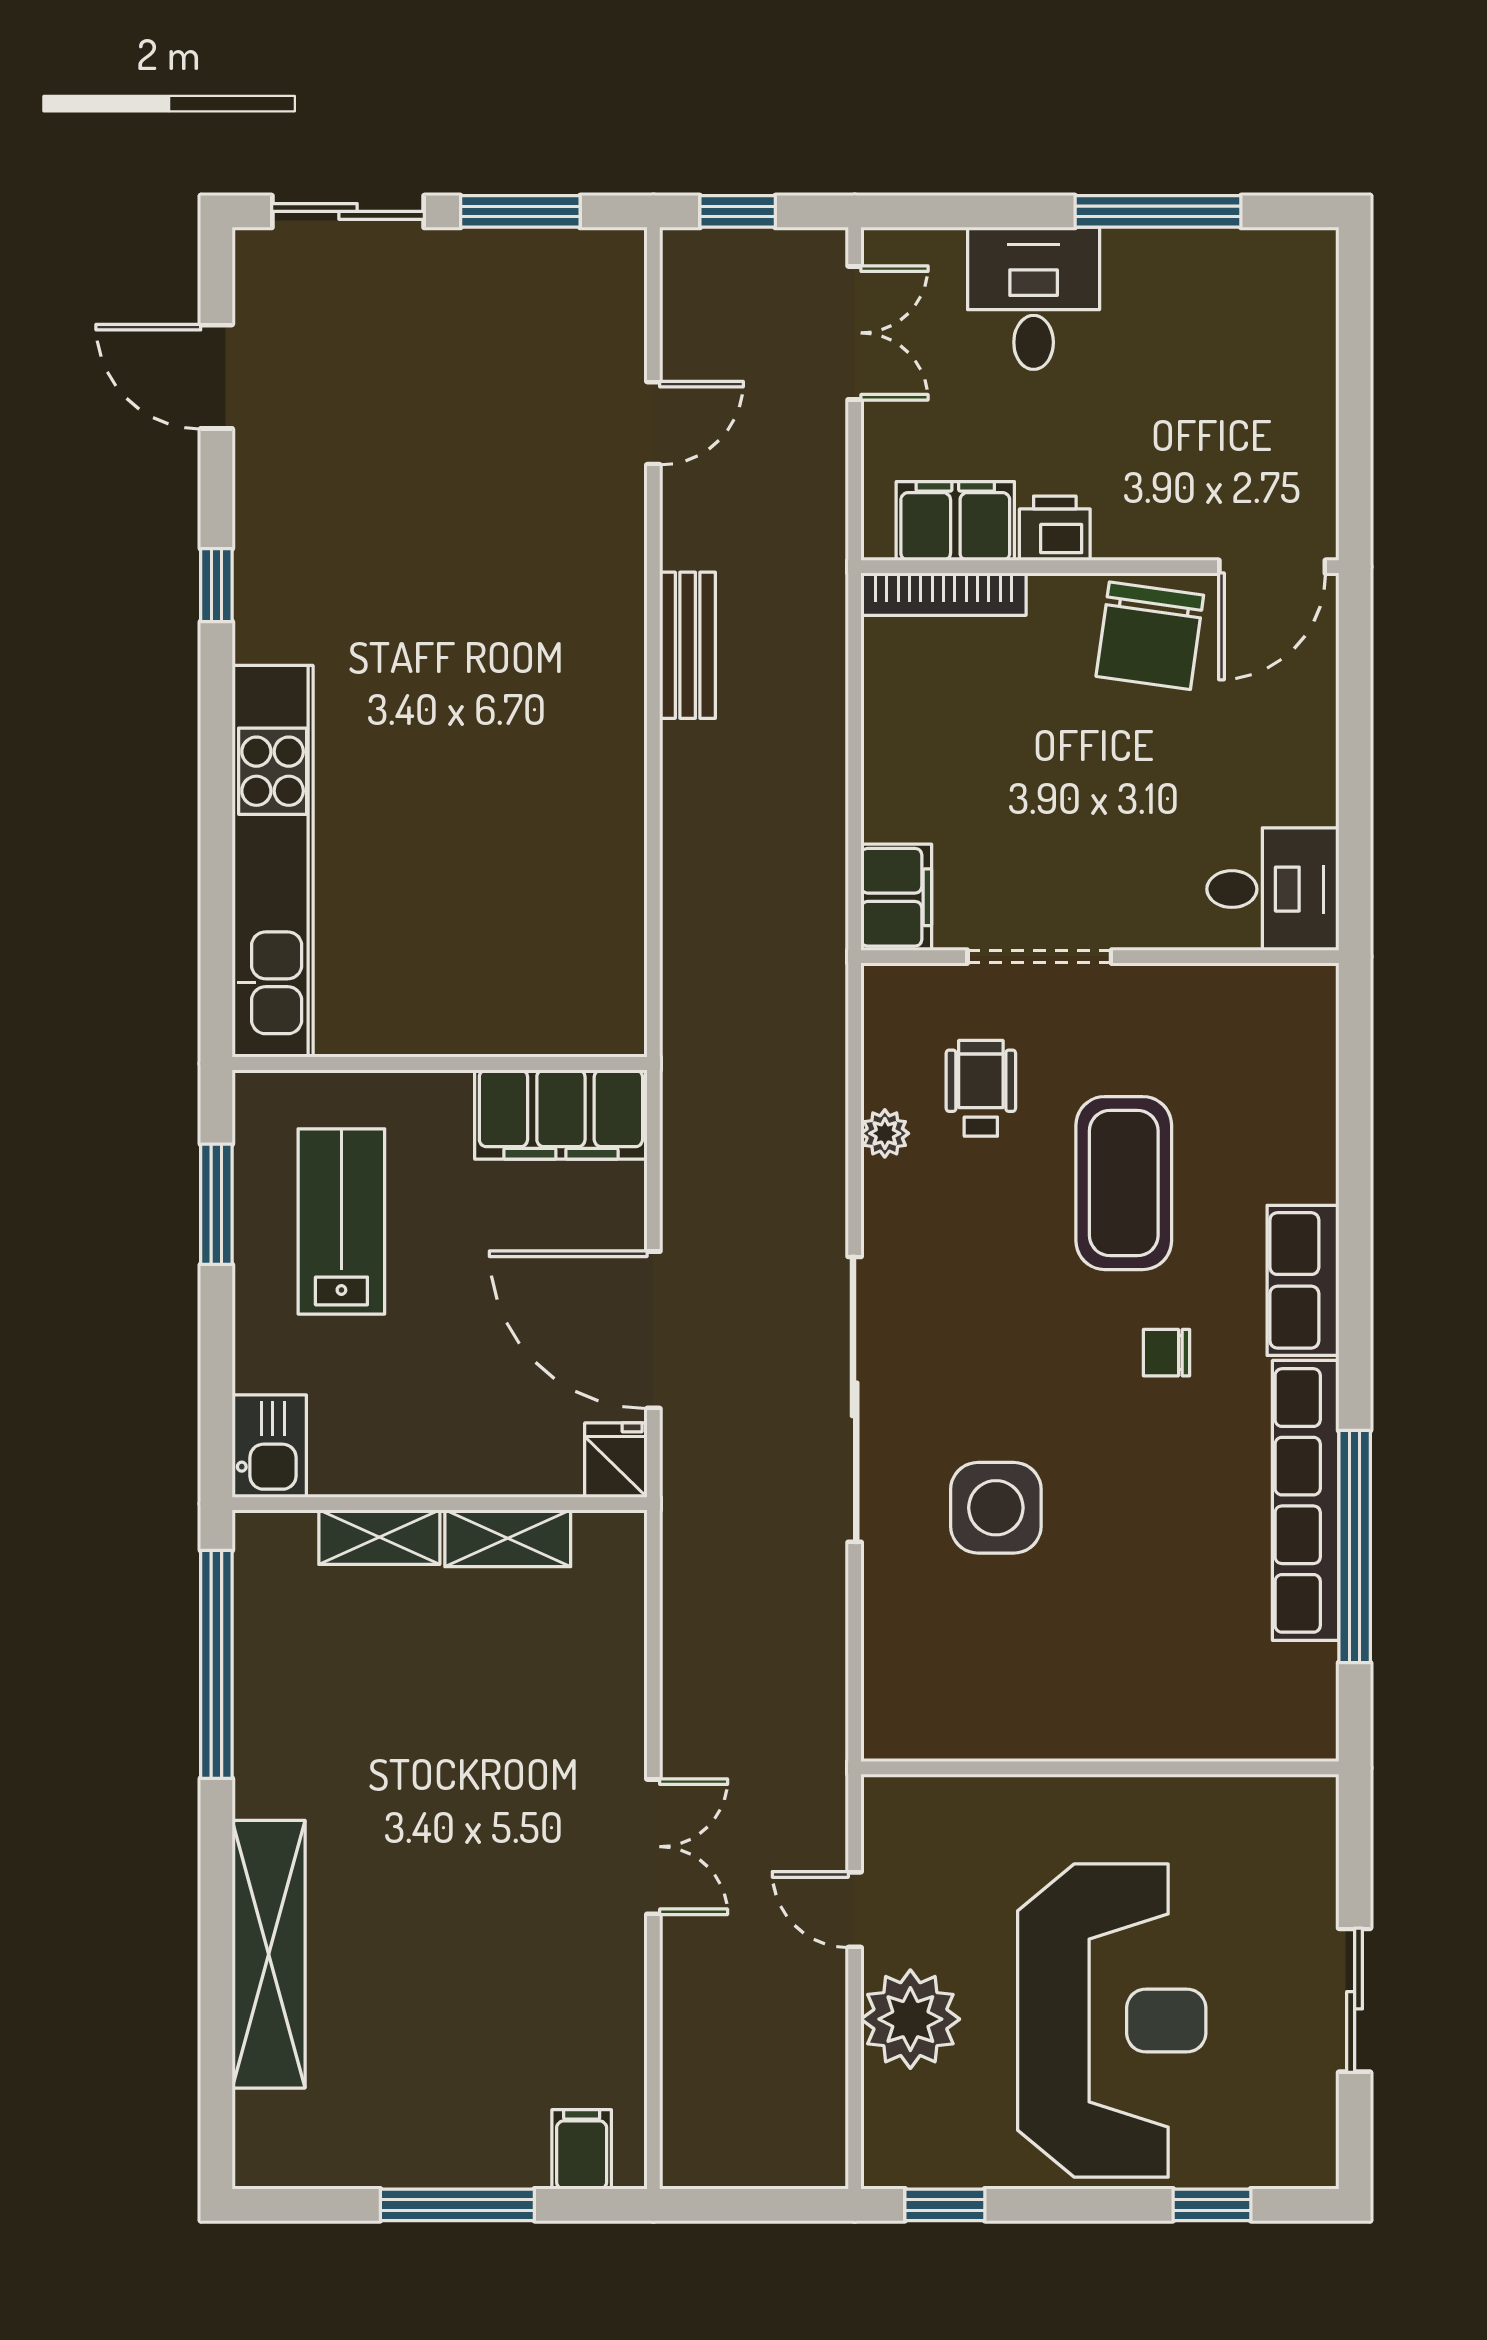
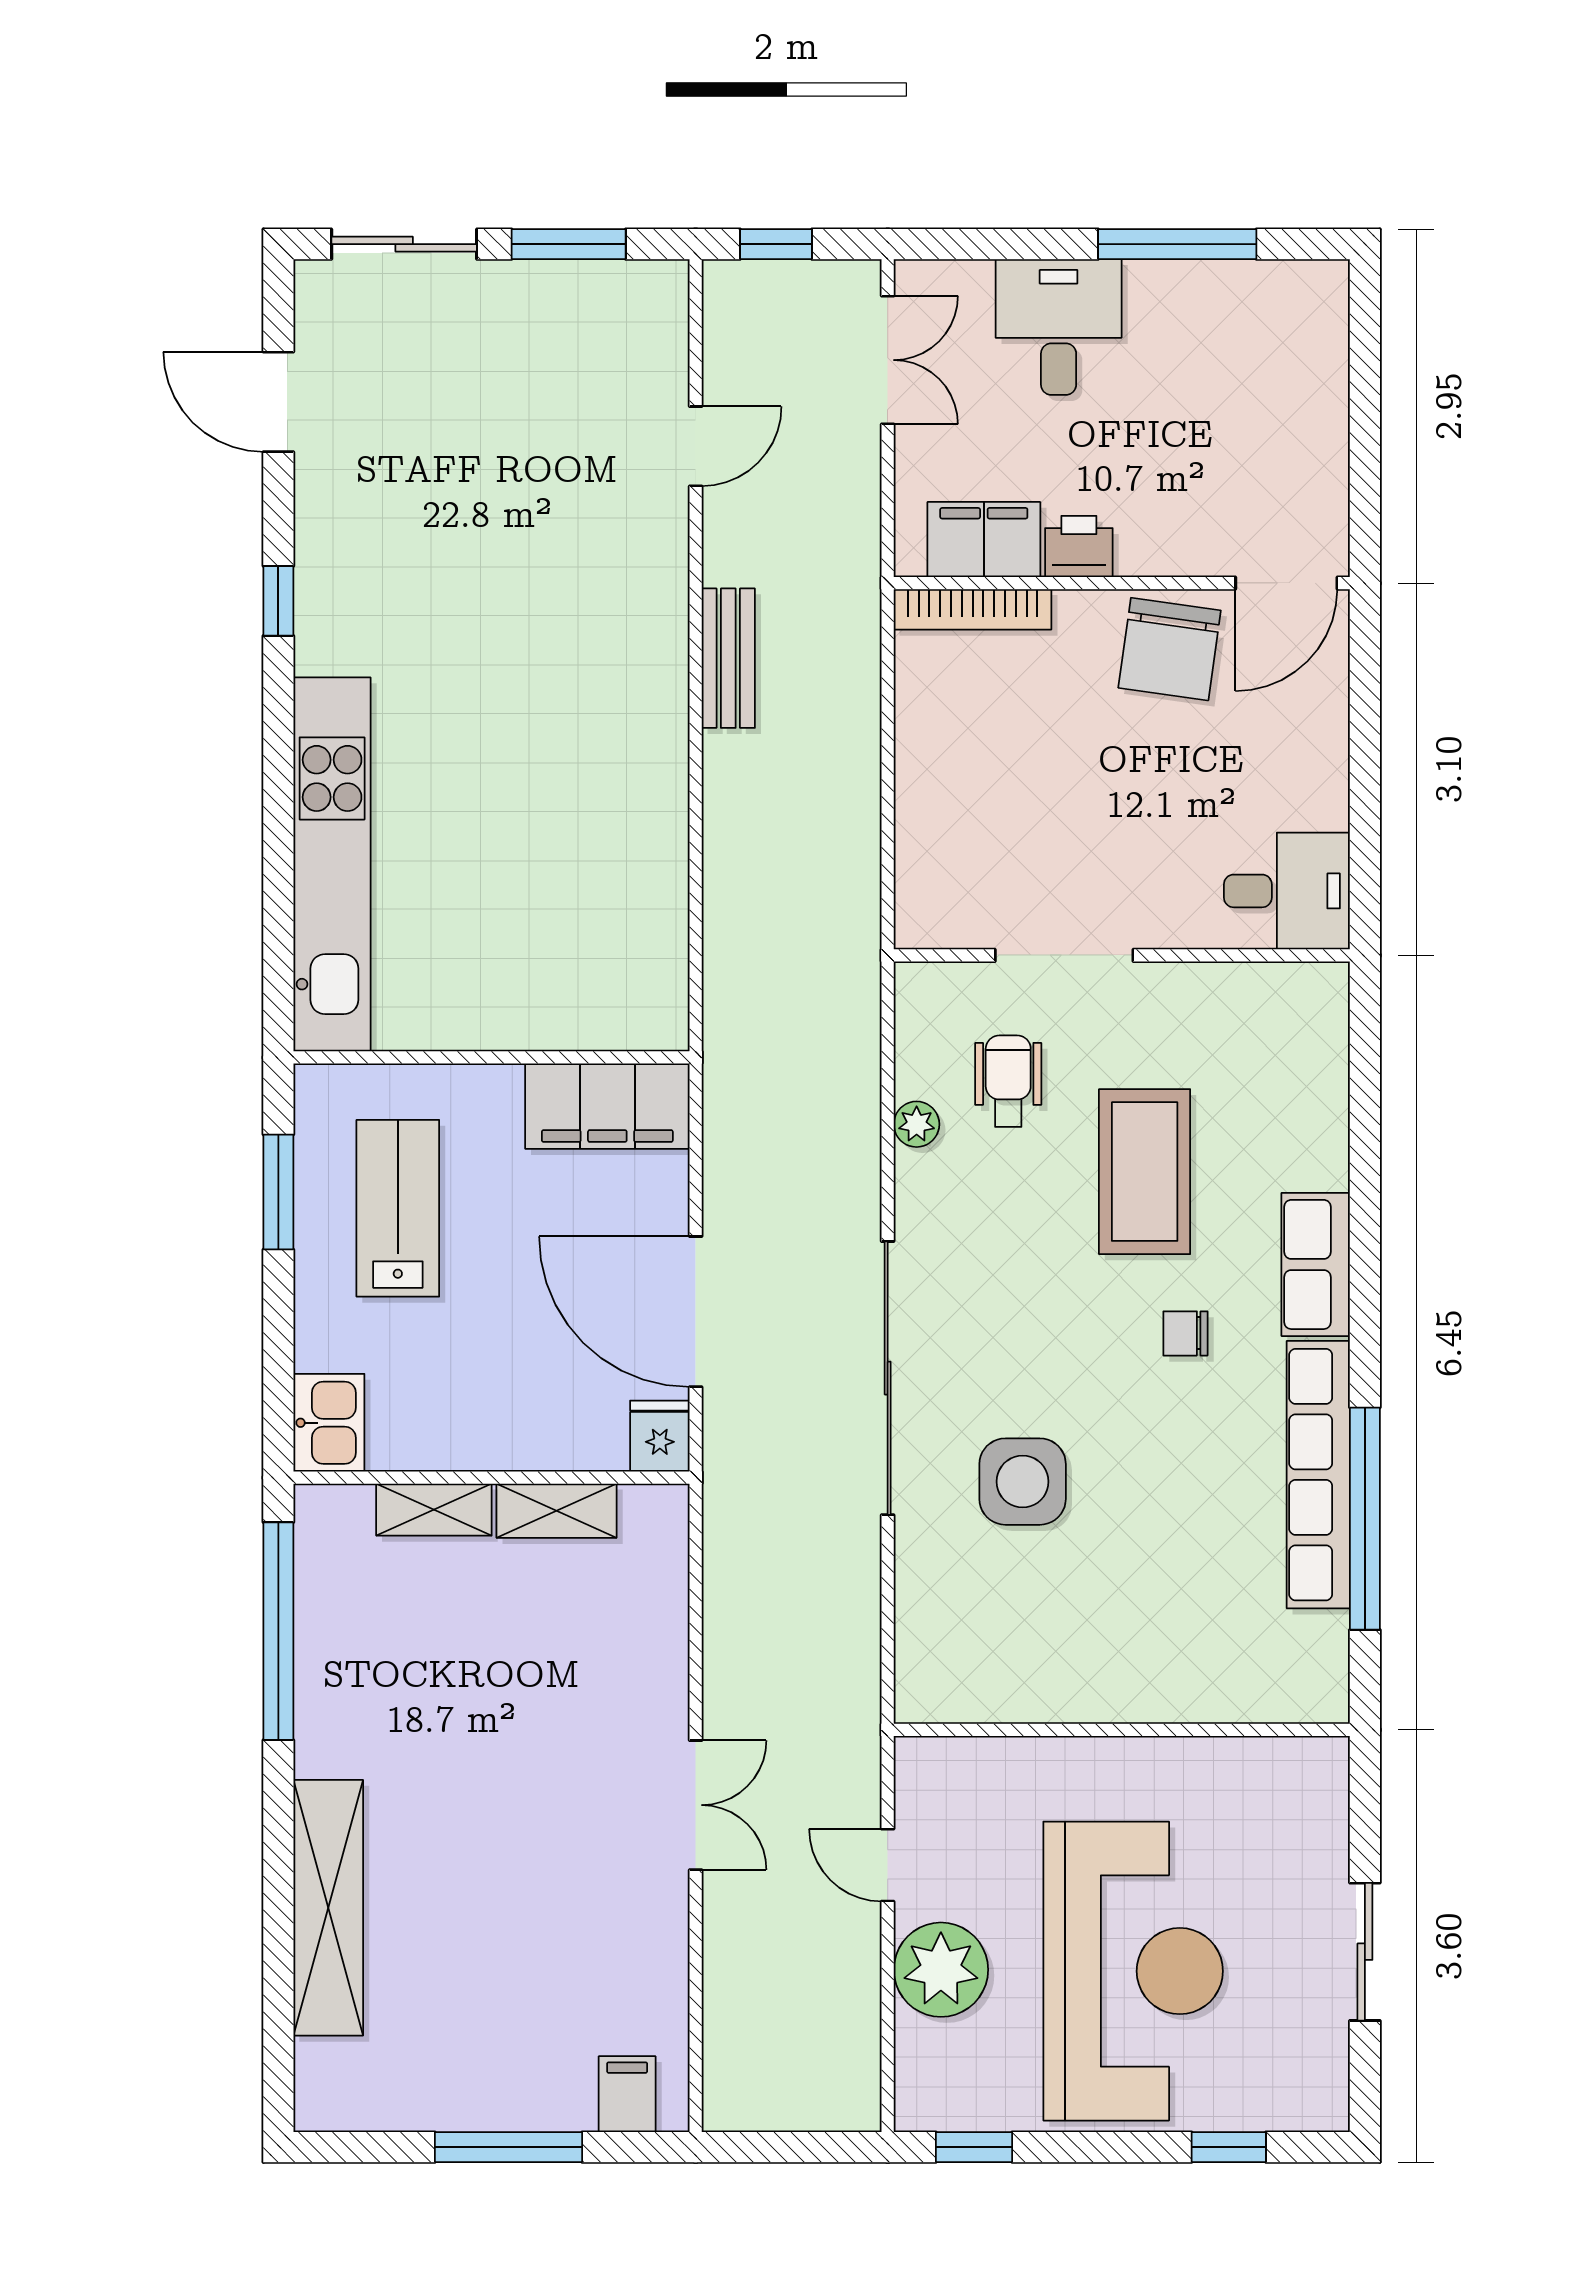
filing cabinet: (896, 897) -> (928, 899), removed

